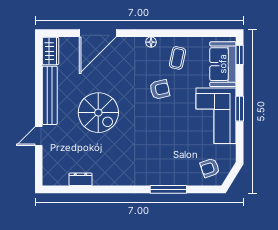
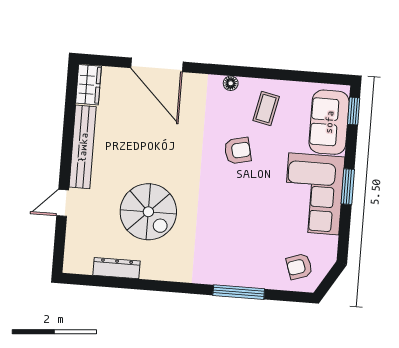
door: (98, 33) -> (157, 65), hinge flipped
spiral stairs: (98, 113) -> (148, 212), moved
dresser: (81, 179) -> (116, 268), width x1.44

